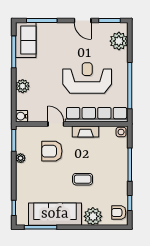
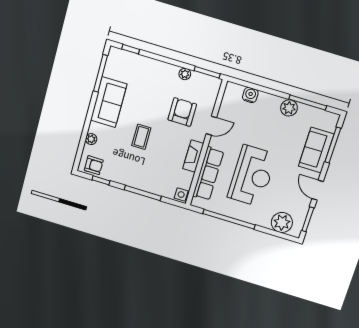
door: (83, 21) -> (318, 190), hinge flipped
sofa: (26, 40) -> (316, 150), moved, turned 90
plant: (23, 86) -> (289, 108), moved
row of seats: (97, 115) -> (208, 174), width x0.73
water cooler: (22, 116) -> (250, 95), moved
armchair: (119, 213) -> (94, 165), turned 90
sofa: (55, 214) -> (109, 102), width x0.73
plant: (93, 216) -> (91, 139), width x0.53, depth x0.53

